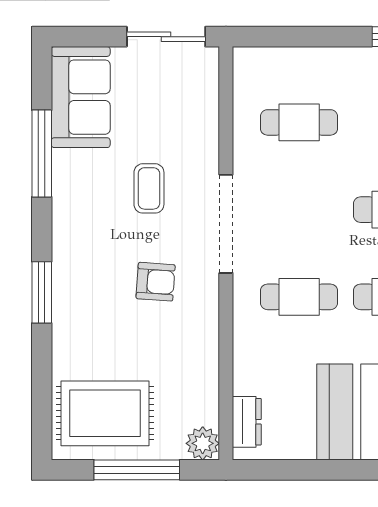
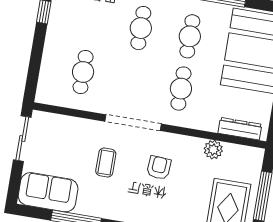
coffee table: (149, 188) -> (106, 163), turned 90
dresser: (247, 422) -> (240, 129), width x1.44
plant: (203, 443) -> (213, 150), moved

